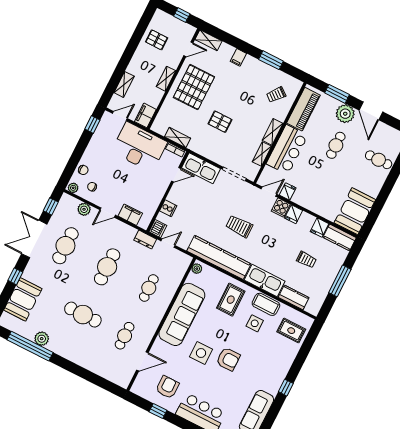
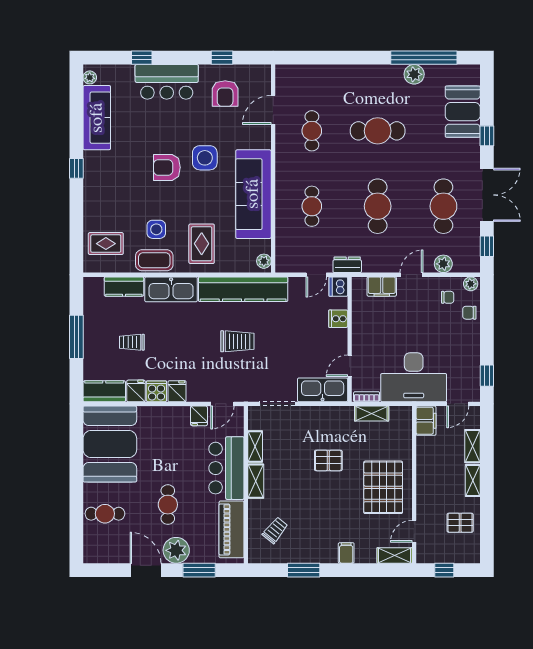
shelving: (166, 79) -> (473, 480), moved
cooker: (281, 208) -> (156, 391), moved
booth: (355, 211) -> (110, 444), width x1.36, depth x1.42

